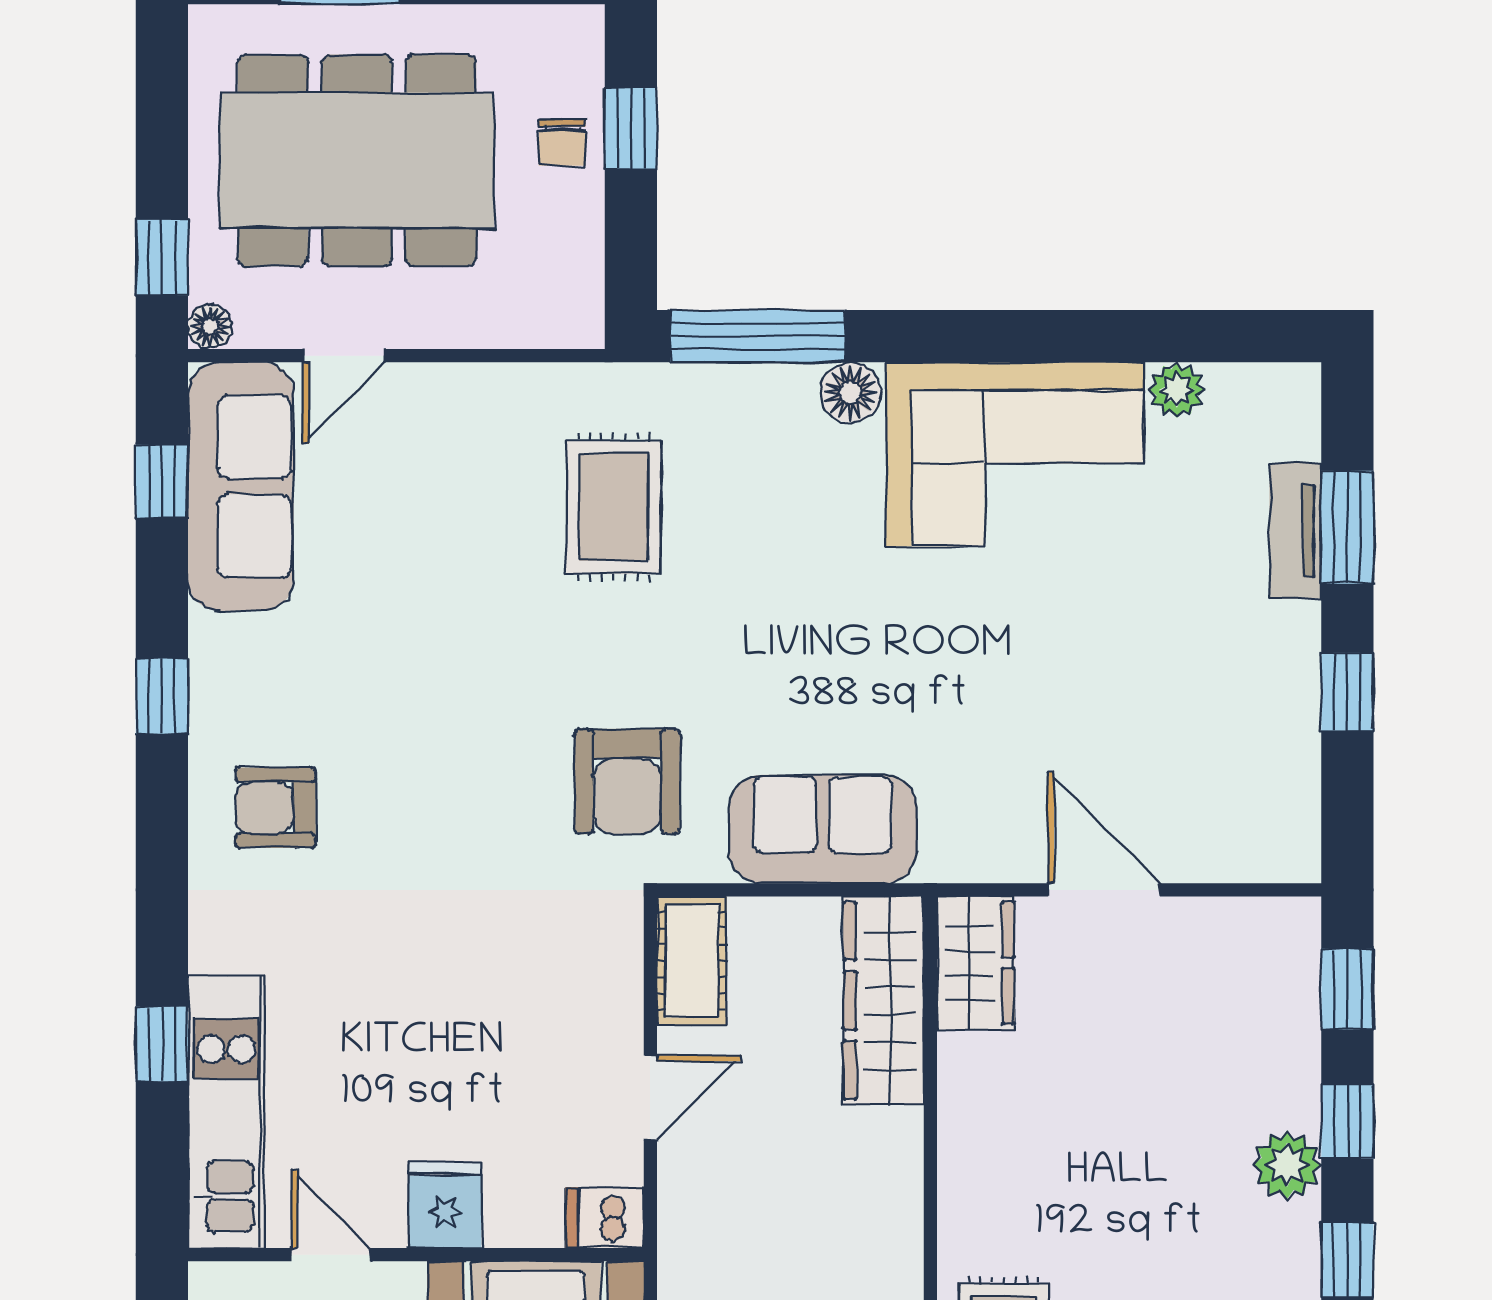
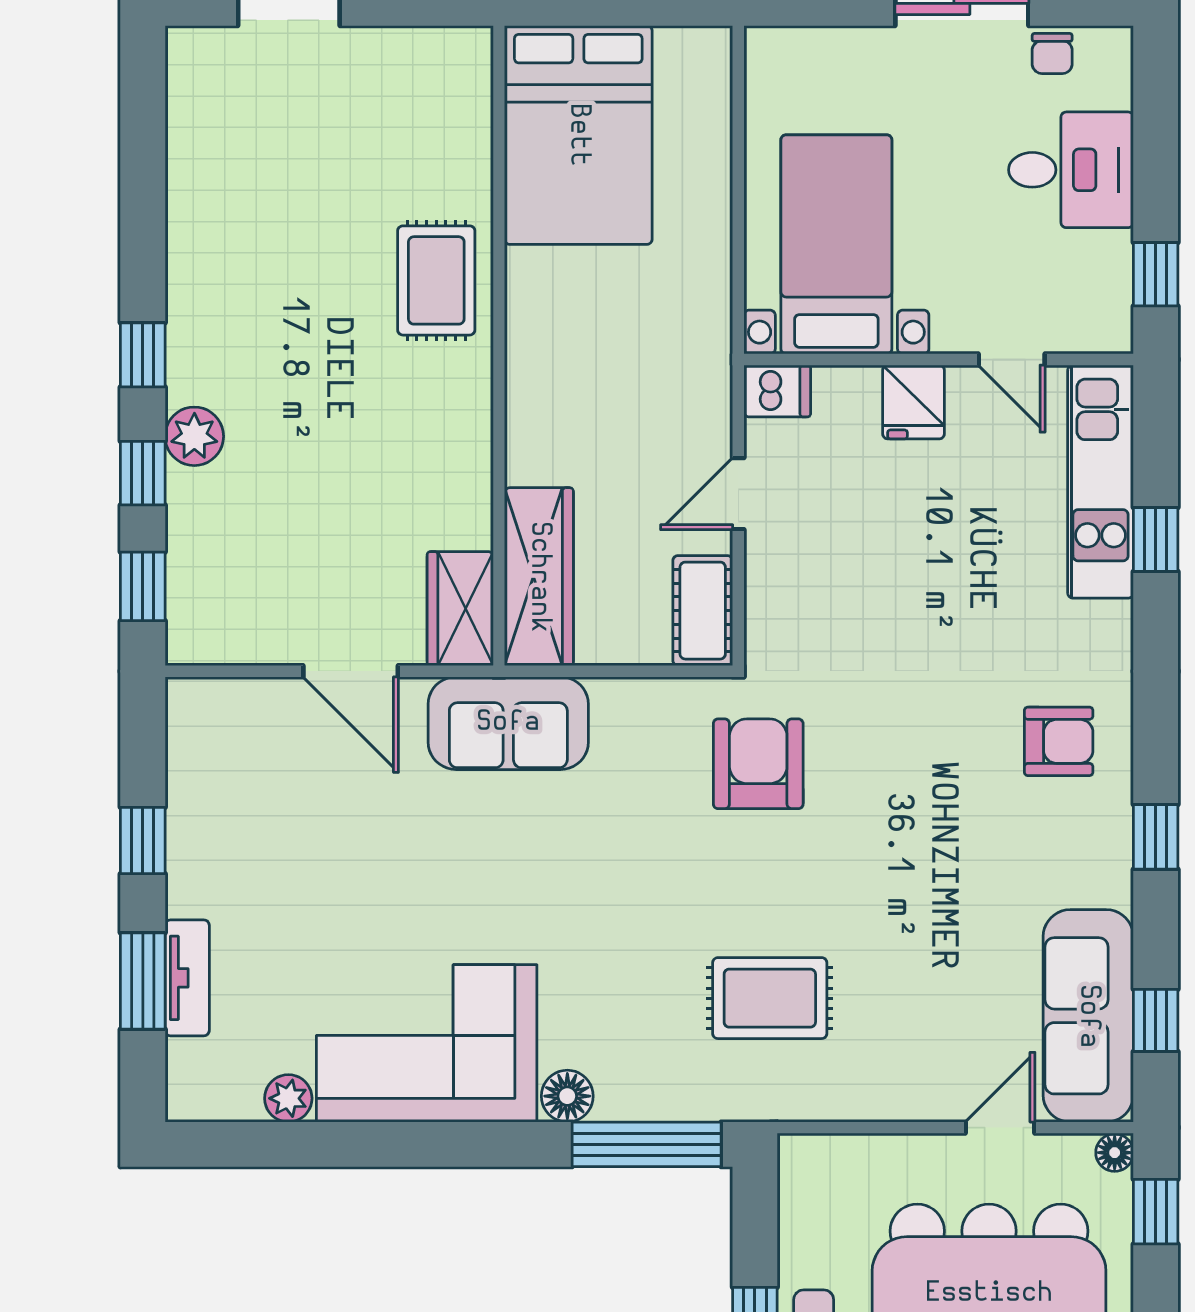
rug: (613, 507) -> (770, 998), turned 90
sofa: (823, 829) -> (508, 723), moved

